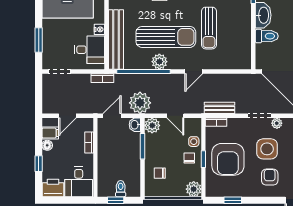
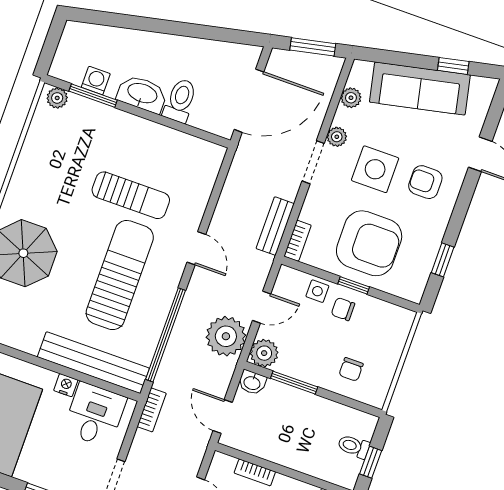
plant: (159, 62) -> (158, 301), removed
plant: (140, 103) -> (226, 336), moved
plant: (194, 189) -> (399, 321), removed

